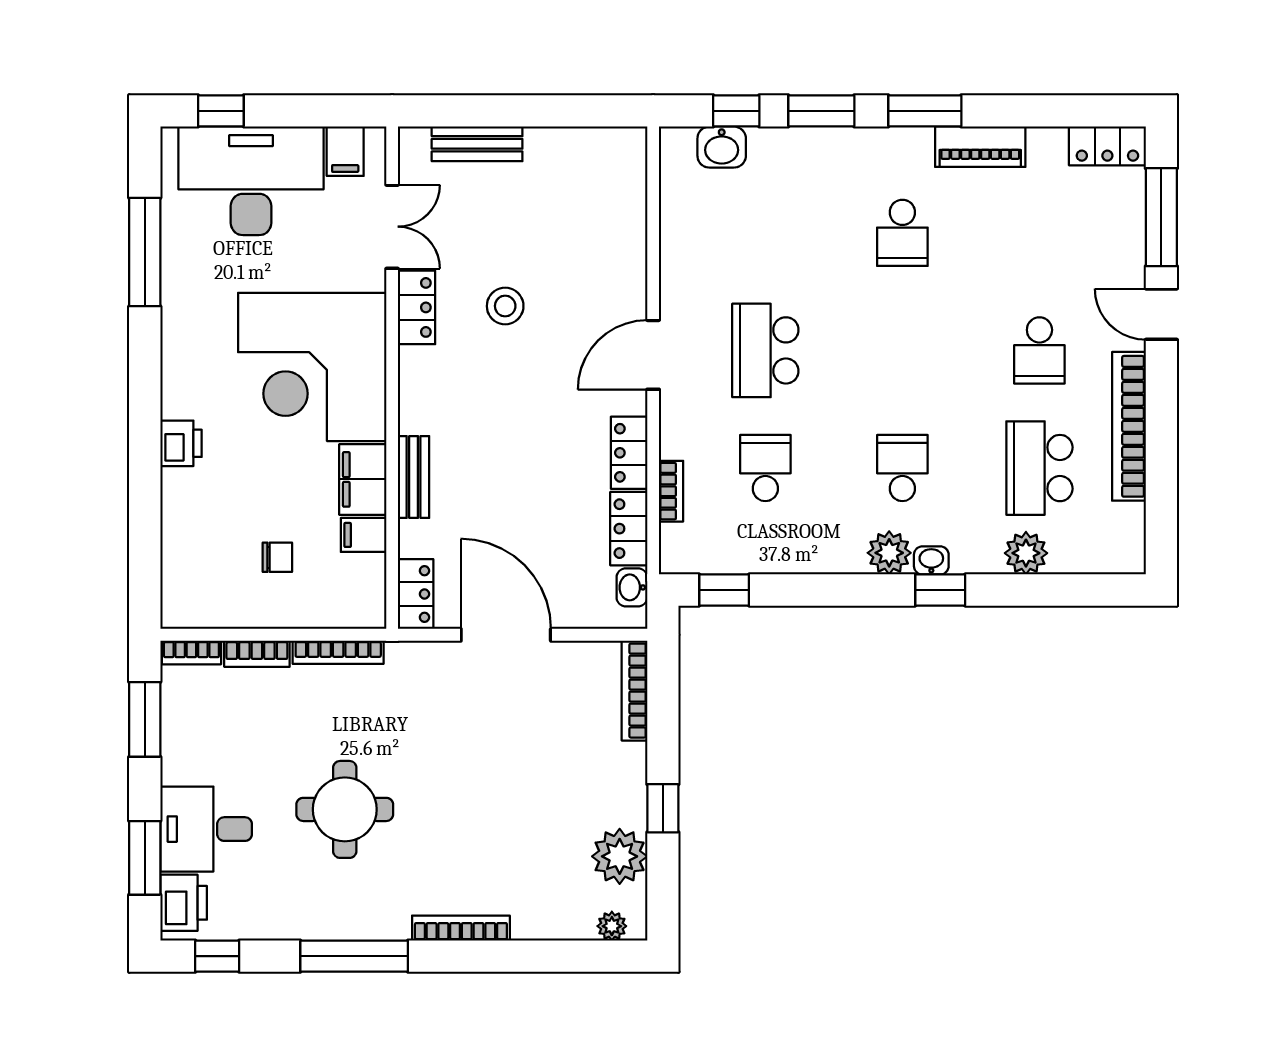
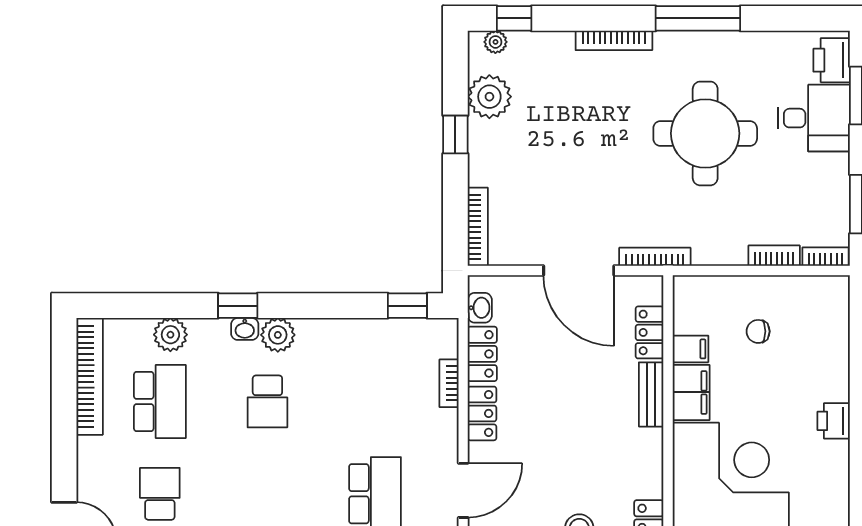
bookcase: (1129, 426) -> (90, 376), moved
school desk: (765, 468) -> (375, 401), removed
locker: (416, 594) -> (650, 332), moved
bookcase: (338, 652) -> (655, 257), moved
round table: (345, 809) -> (705, 133), width x1.36, depth x1.36
window: (217, 956) -> (514, 18), moved

